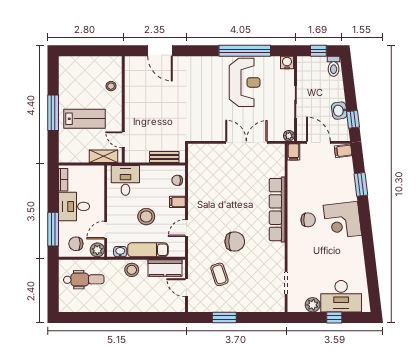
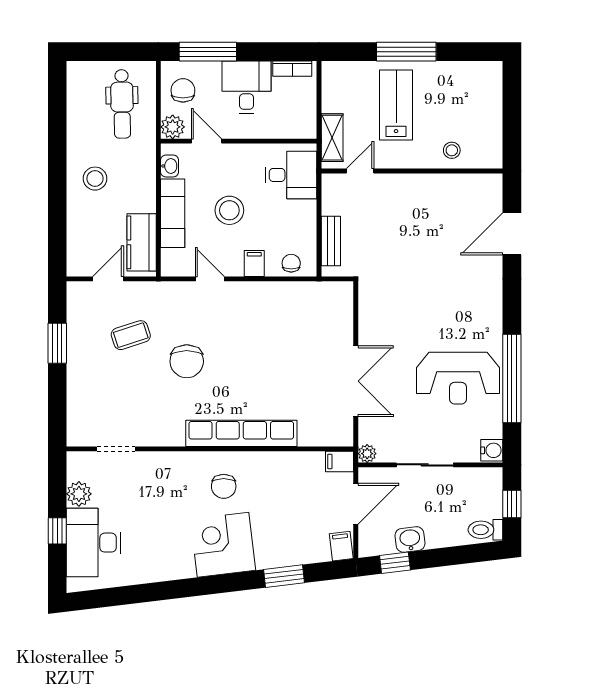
lab bench: (85, 119) -> (396, 105), turned 180
stool: (132, 270) -> (95, 179), moved

